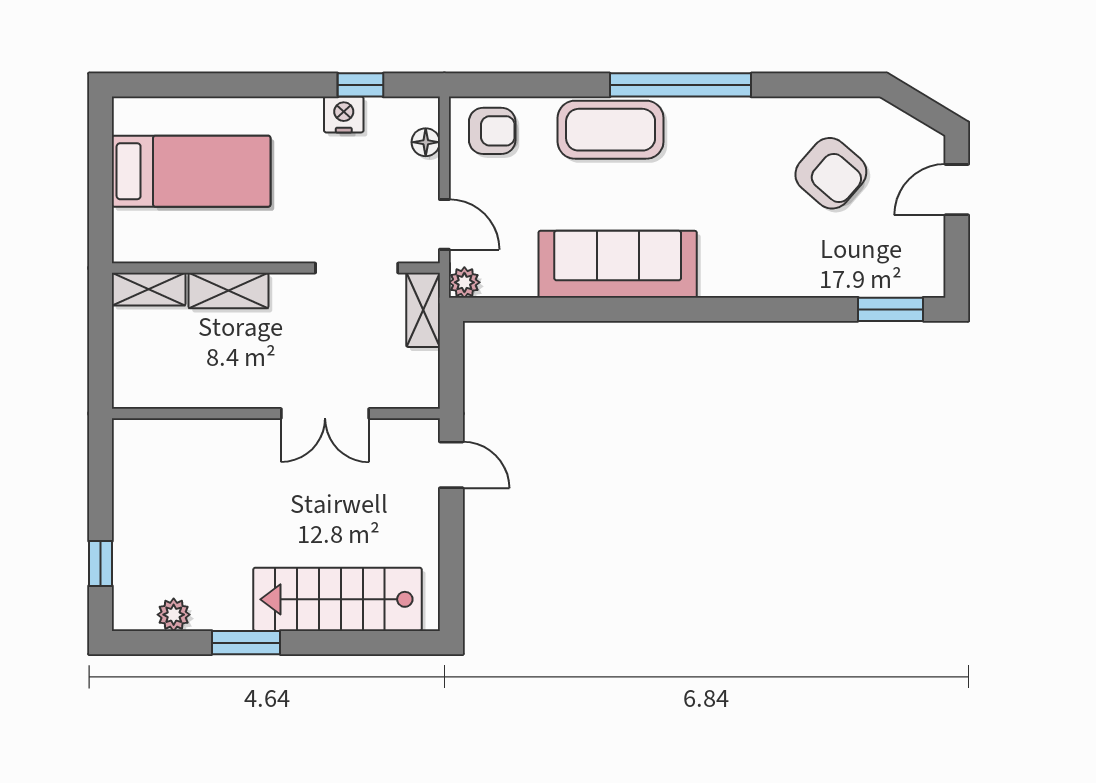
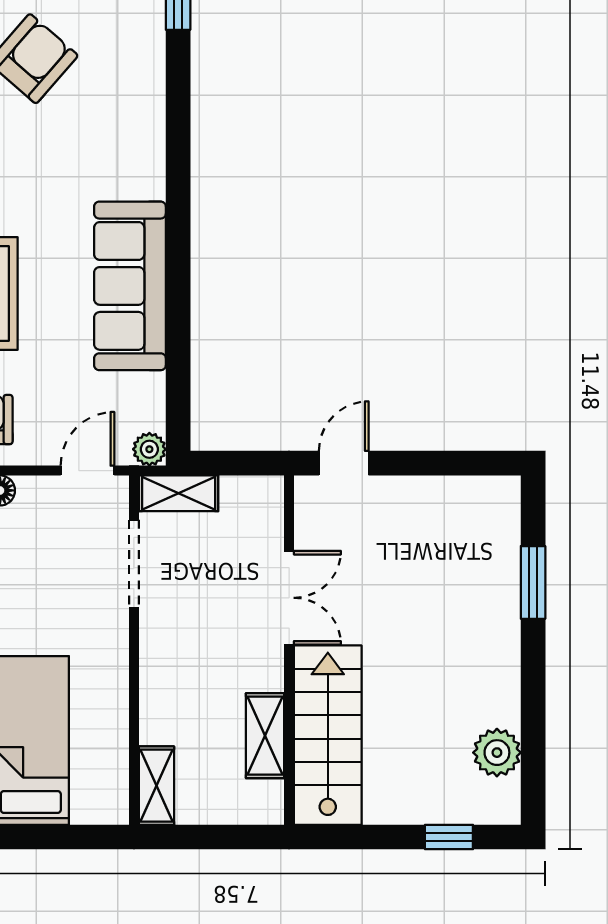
shelving: (228, 291) -> (265, 736), moved
stairs: (337, 599) -> (328, 735), moved, turned 180
plant: (174, 615) -> (497, 753), width x1.38, depth x1.38
window: (246, 643) -> (533, 582), moved

